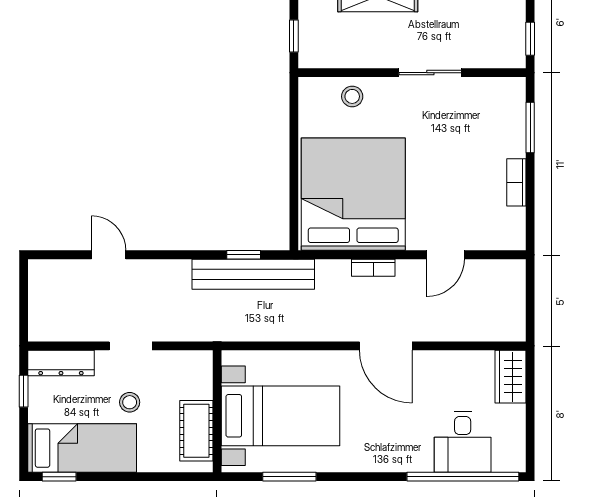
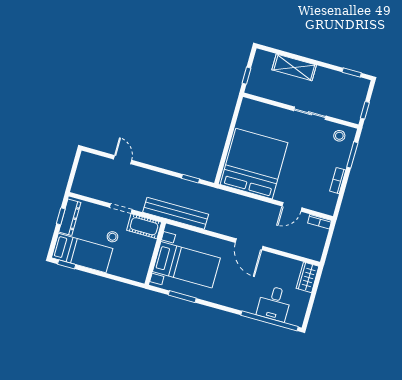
stool: (352, 96) -> (339, 136), moved
bookcase: (373, 268) -> (320, 222), moved
bench: (253, 274) -> (176, 213), moved
dresser: (61, 363) -> (70, 217), moved, turned -90
cot: (196, 431) -> (144, 226), moved, turned 90

